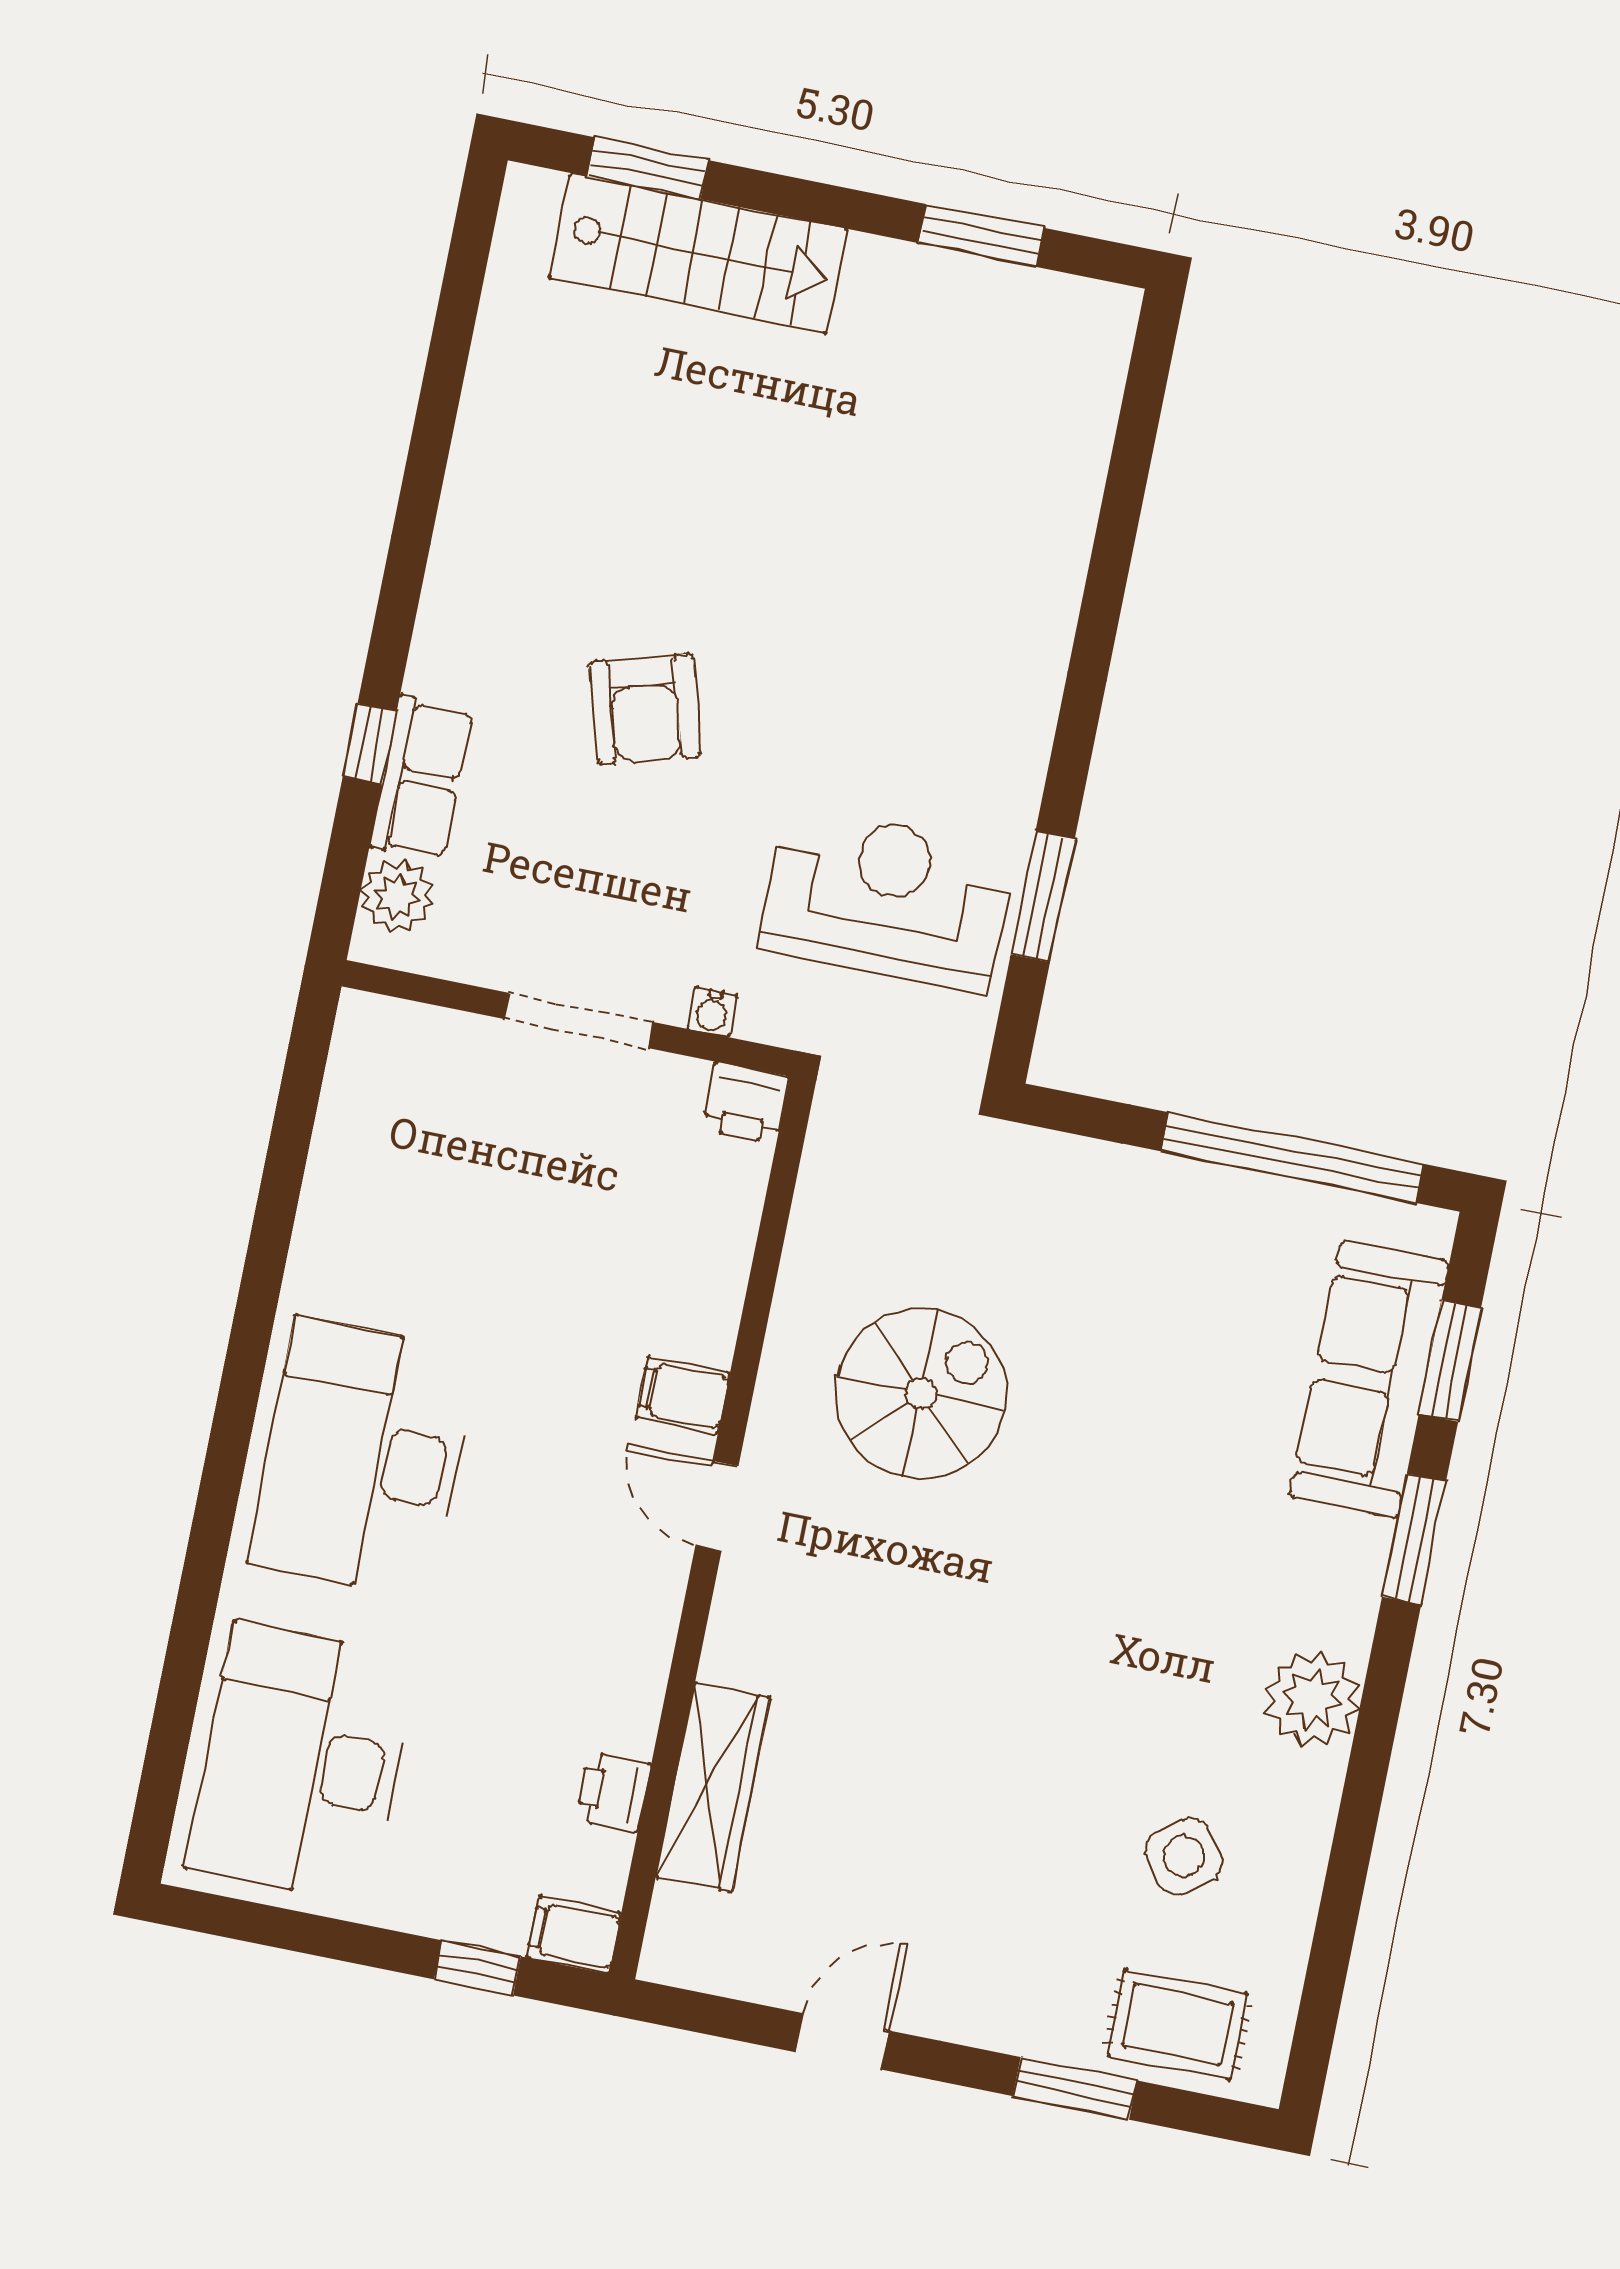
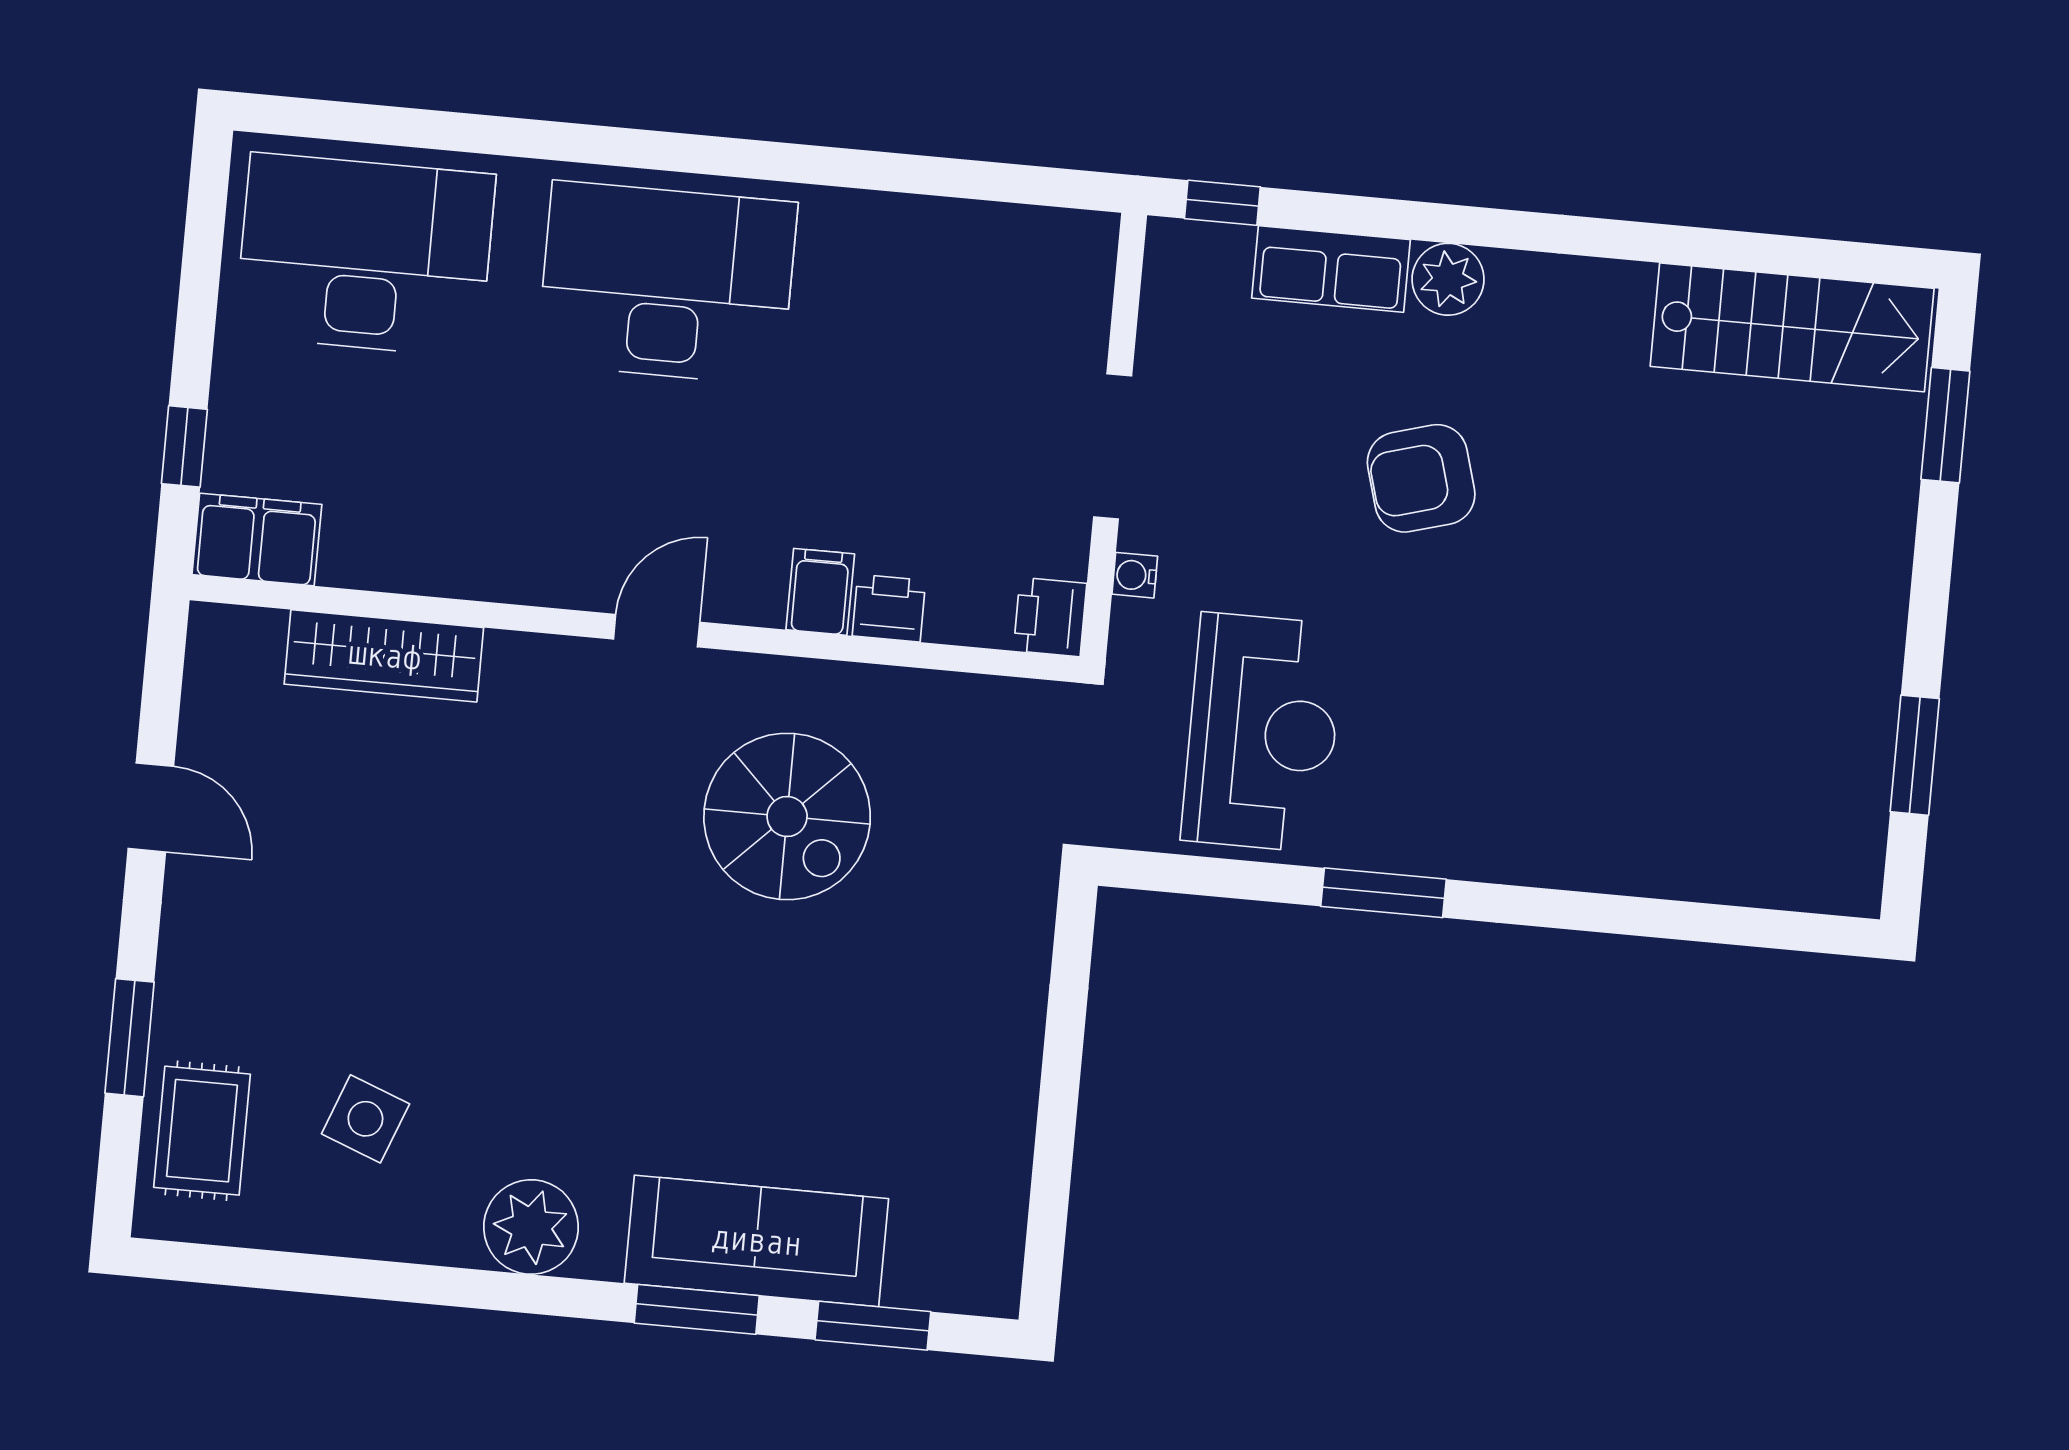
stairs: (698, 253) -> (1792, 327), moved, turned -90
window: (370, 744) -> (1222, 203), moved
plant: (397, 896) -> (1448, 279), moved
window: (1043, 897) -> (1384, 893), moved
window: (1293, 1158) -> (1054, 1152), removed
sofa: (1369, 1379) -> (756, 1241), moved
filing cabinet: (683, 1395) -> (820, 592), moved
printer: (613, 1791) -> (889, 608), moved
side table: (1183, 1856) -> (365, 1119), turned -32
filing cabinet: (574, 1935) -> (257, 539), width x2.00

